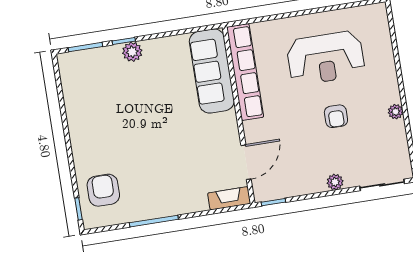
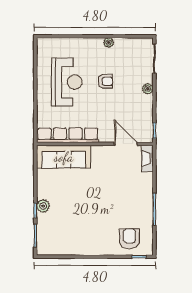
armchair: (103, 190) -> (129, 239), turned 90

